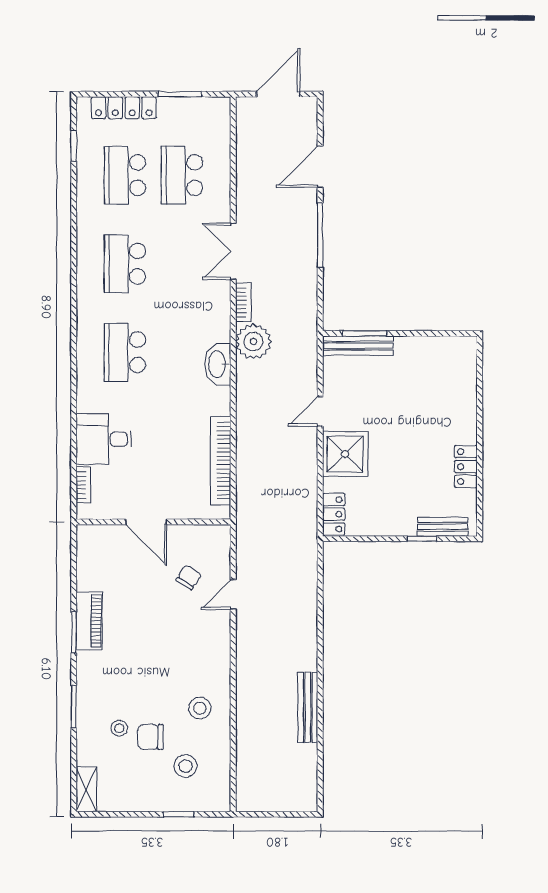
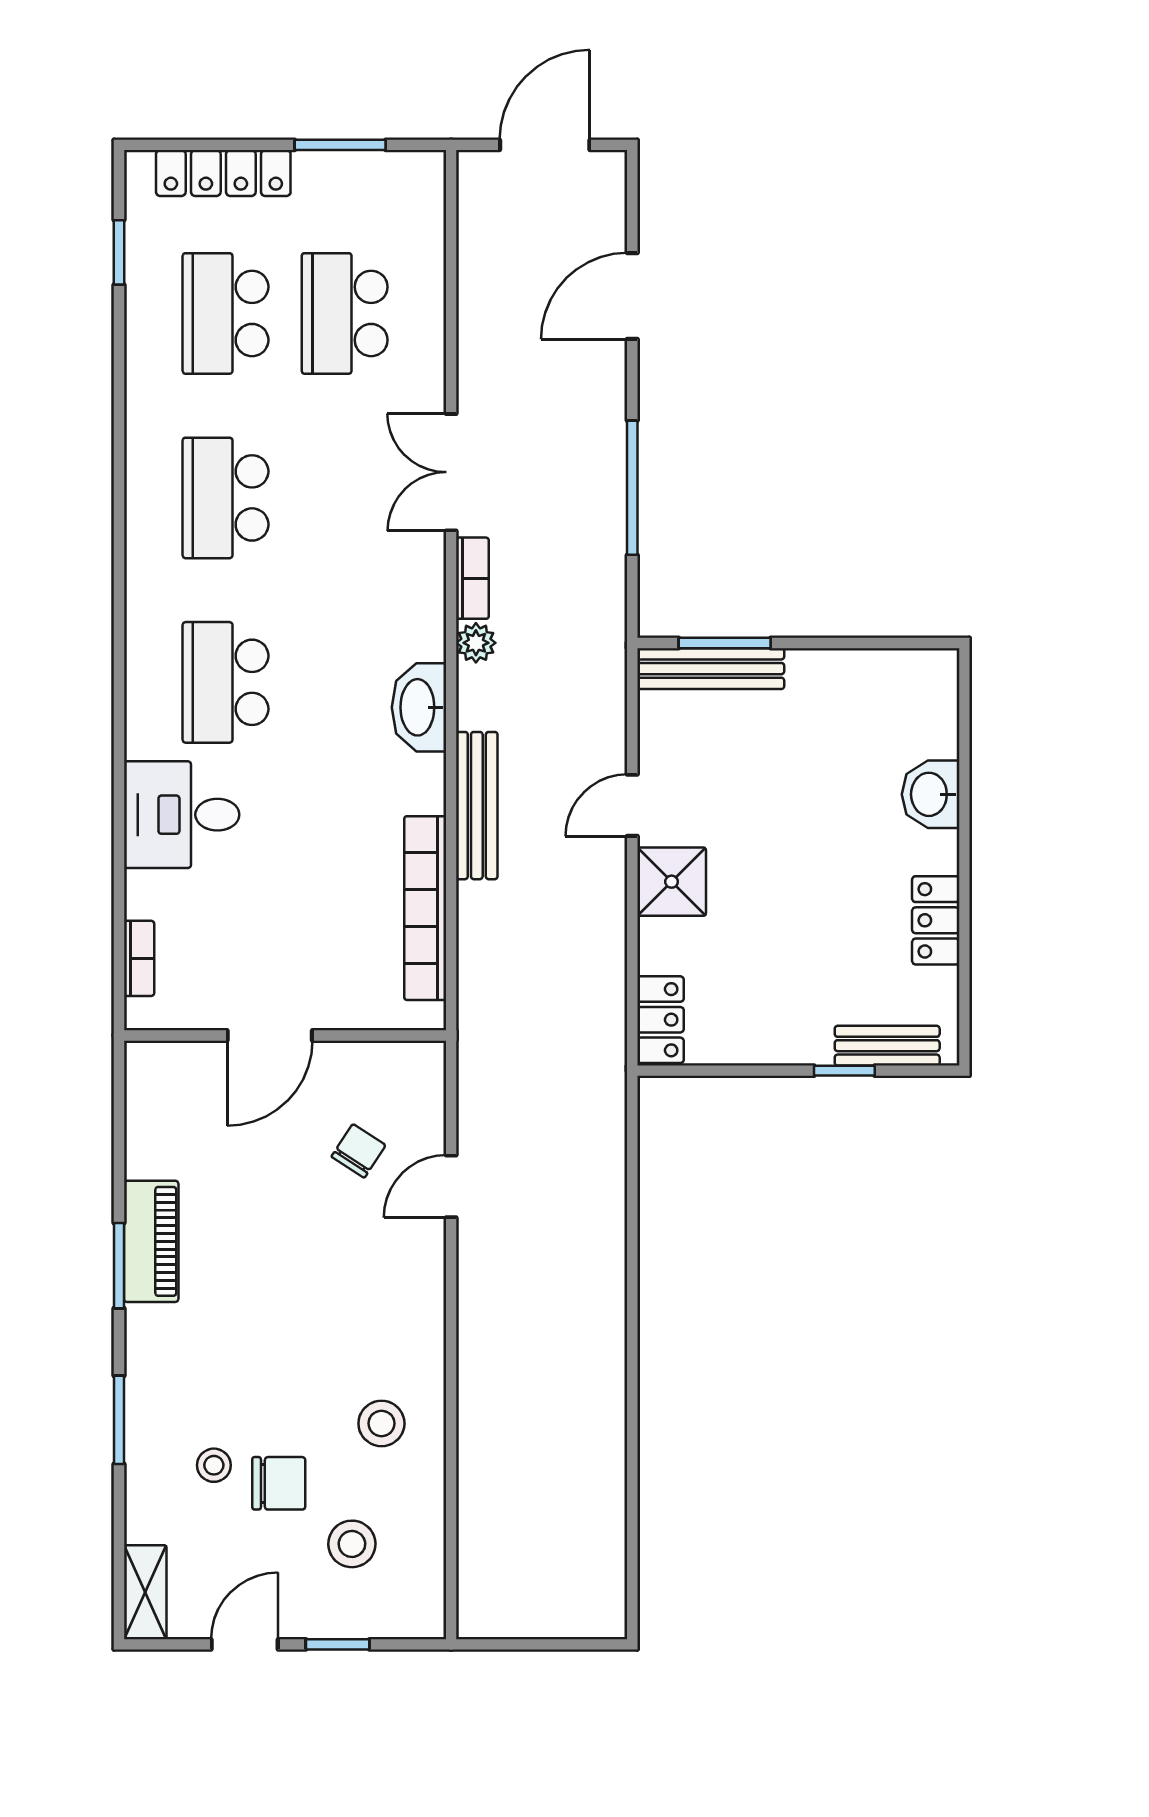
window: (320, 235) -> (632, 488), moved
plant: (253, 342) -> (476, 643), width x0.53, depth x0.53
washbasin: (463, 406) -> (931, 794), added
desk: (104, 439) -> (182, 815), moved
shower: (345, 454) -> (672, 882), width x0.73, depth x0.73
door: (146, 522) -> (270, 1035), hinge flipped
bench: (308, 707) -> (477, 806), moved
chair: (150, 737) -> (279, 1483), turned 180
door: (134, 814) -> (245, 1644), added

